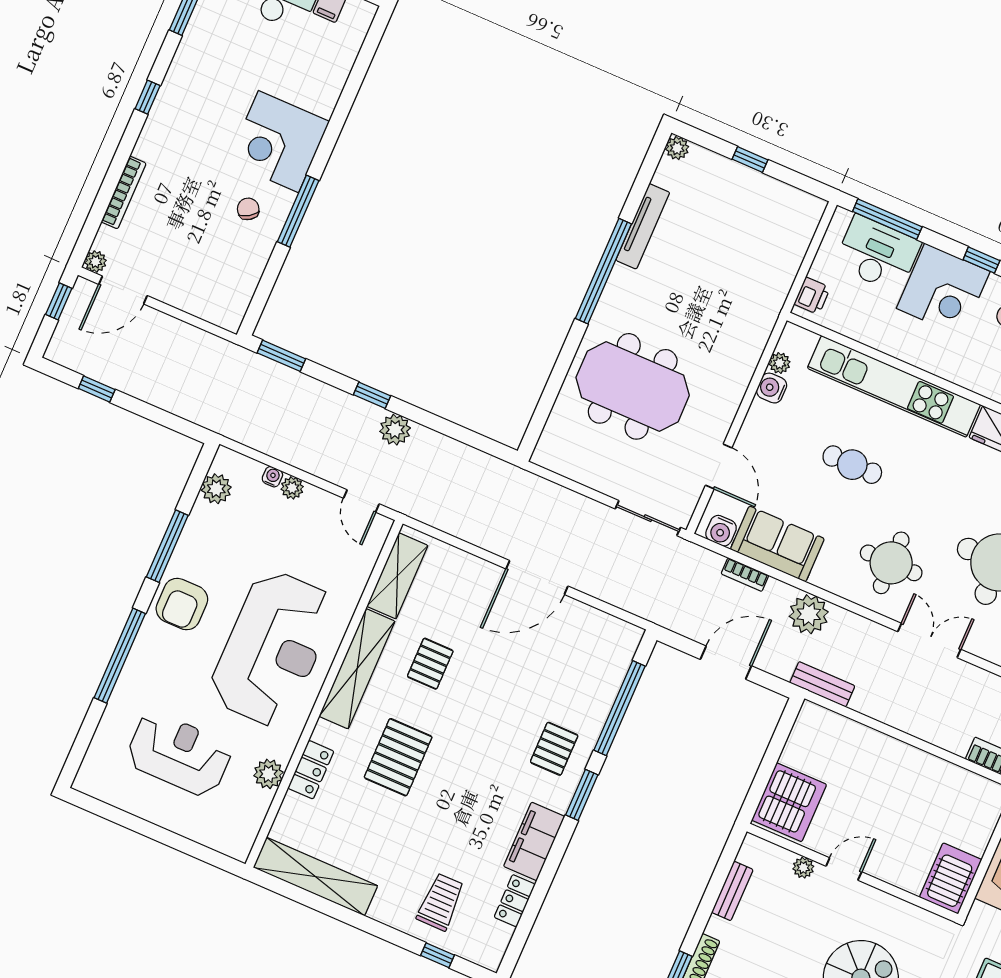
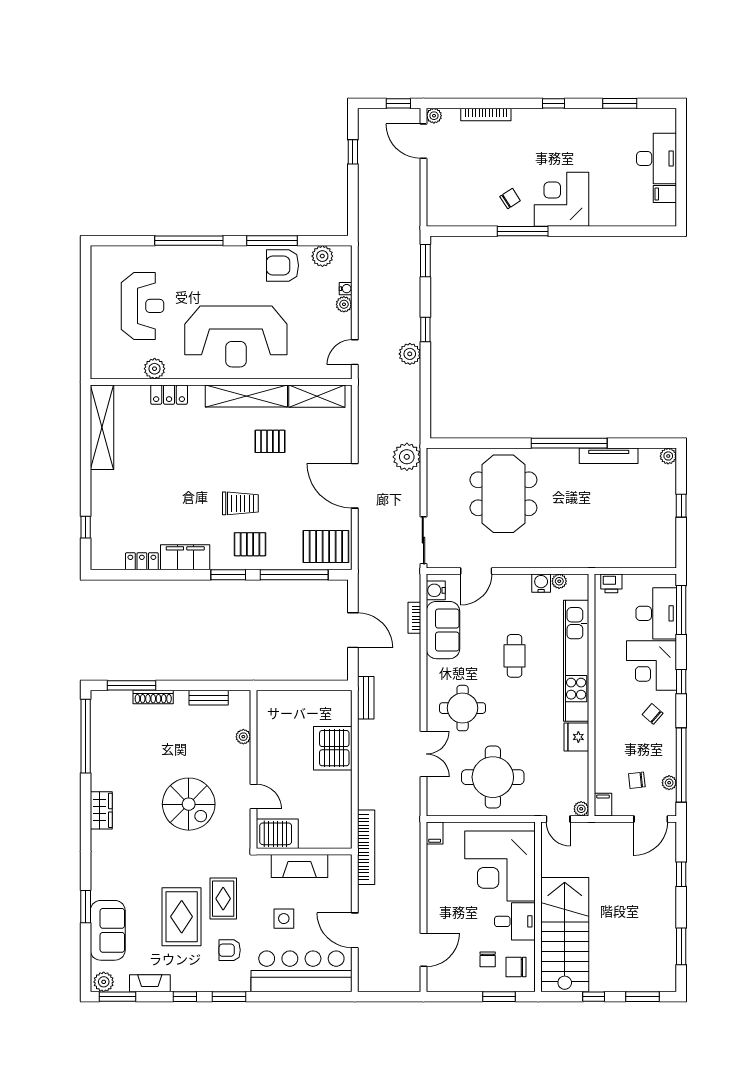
armchair: (182, 604) -> (283, 265), moved
plant: (809, 614) -> (407, 457), moved
pallet: (398, 757) -> (326, 547), moved
server rack: (789, 802) -> (333, 748), moved, turned 90
door: (844, 869) -> (254, 796), moved
trolley: (441, 902) -> (240, 503), moved

